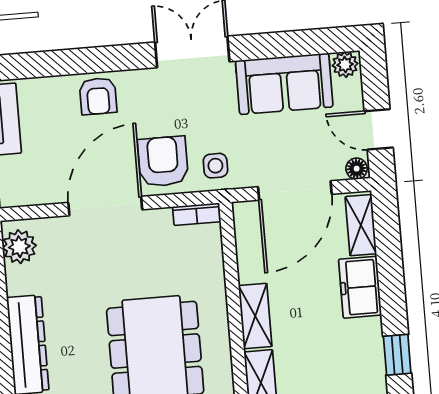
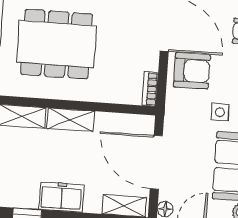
side table: (215, 166) -> (220, 112), moved
freezer: (360, 287) -> (61, 197), moved

